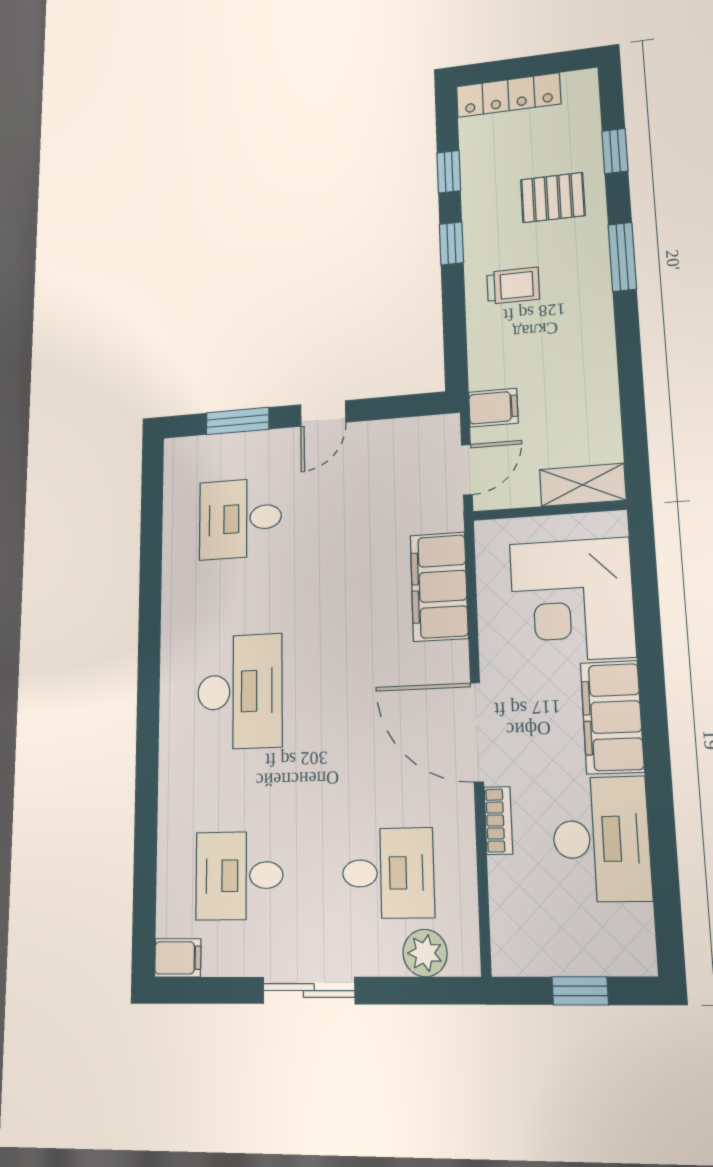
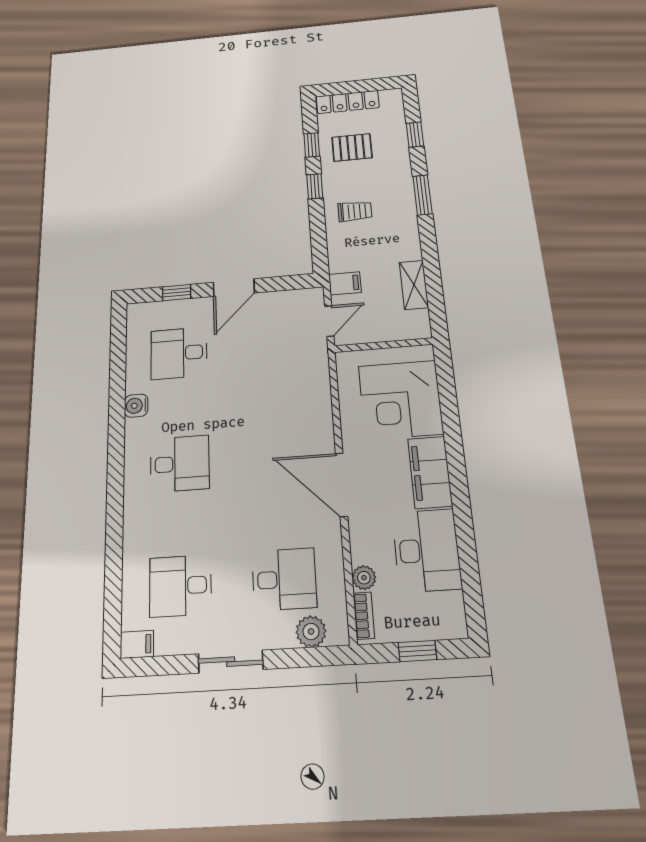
pallet: (553, 198) -> (352, 147), moved
door: (323, 413) -> (234, 288), width x1.38
window: (238, 421) -> (177, 293), width x0.67
shelving: (583, 485) -> (414, 285), moved, turned 90
filing cabinet: (439, 587) -> (313, 393), removed
water cooler: (178, 600) -> (136, 406), added
desk: (240, 691) -> (180, 464), width x0.73
bookcase: (498, 820) -> (364, 616), moved
plant: (505, 876) -> (364, 578), added

